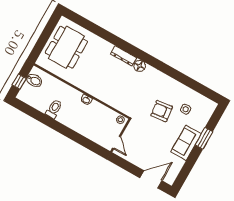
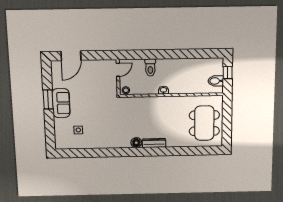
toilet: (54, 109) -> (150, 68), moved
armchair: (162, 111) -> (97, 117), removed
window: (204, 138) -> (48, 99), moved
door: (116, 142) -> (118, 70), swing flipped

